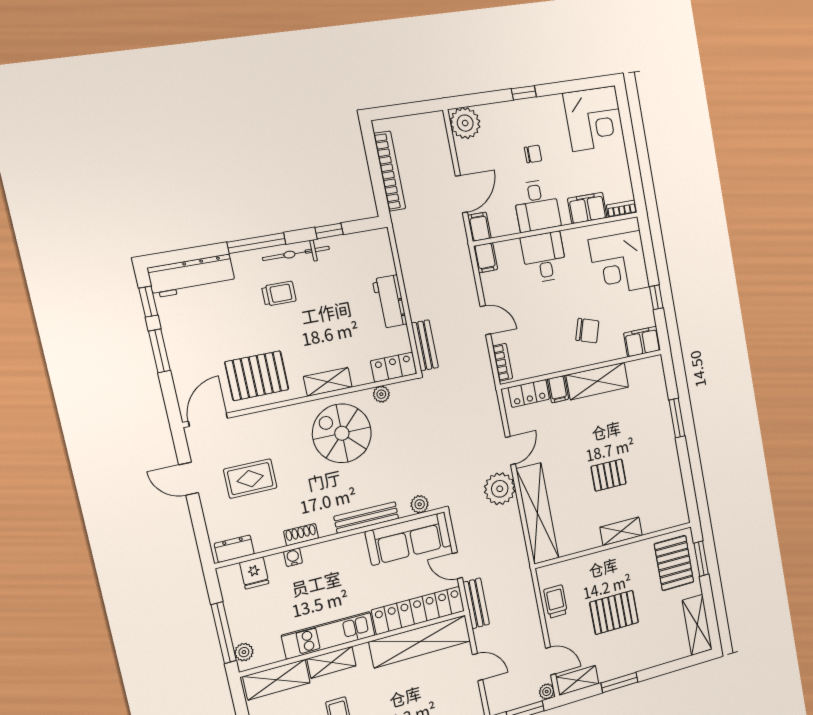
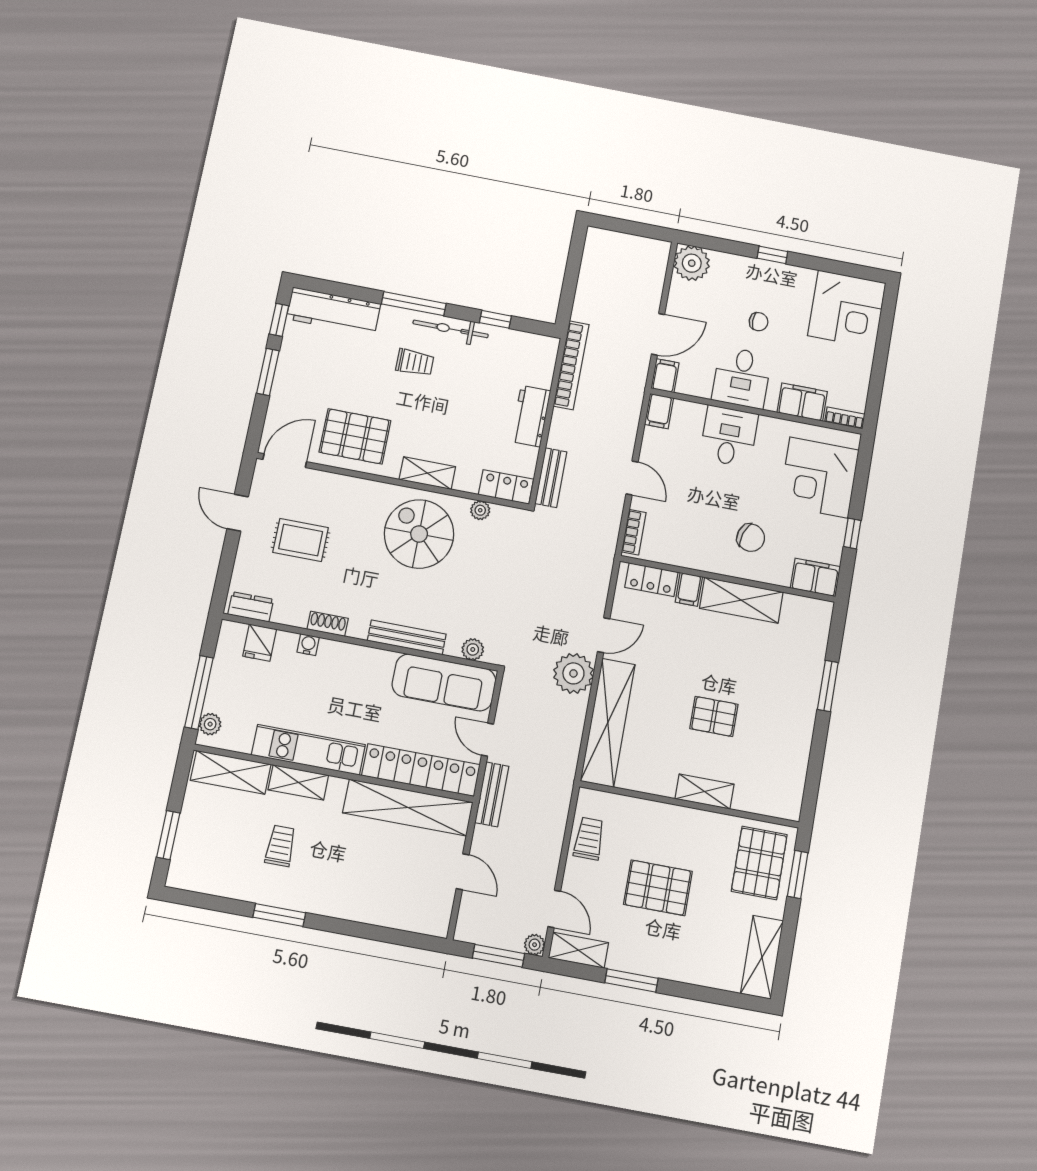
bookcase: (390, 171) -> (571, 365), moved

